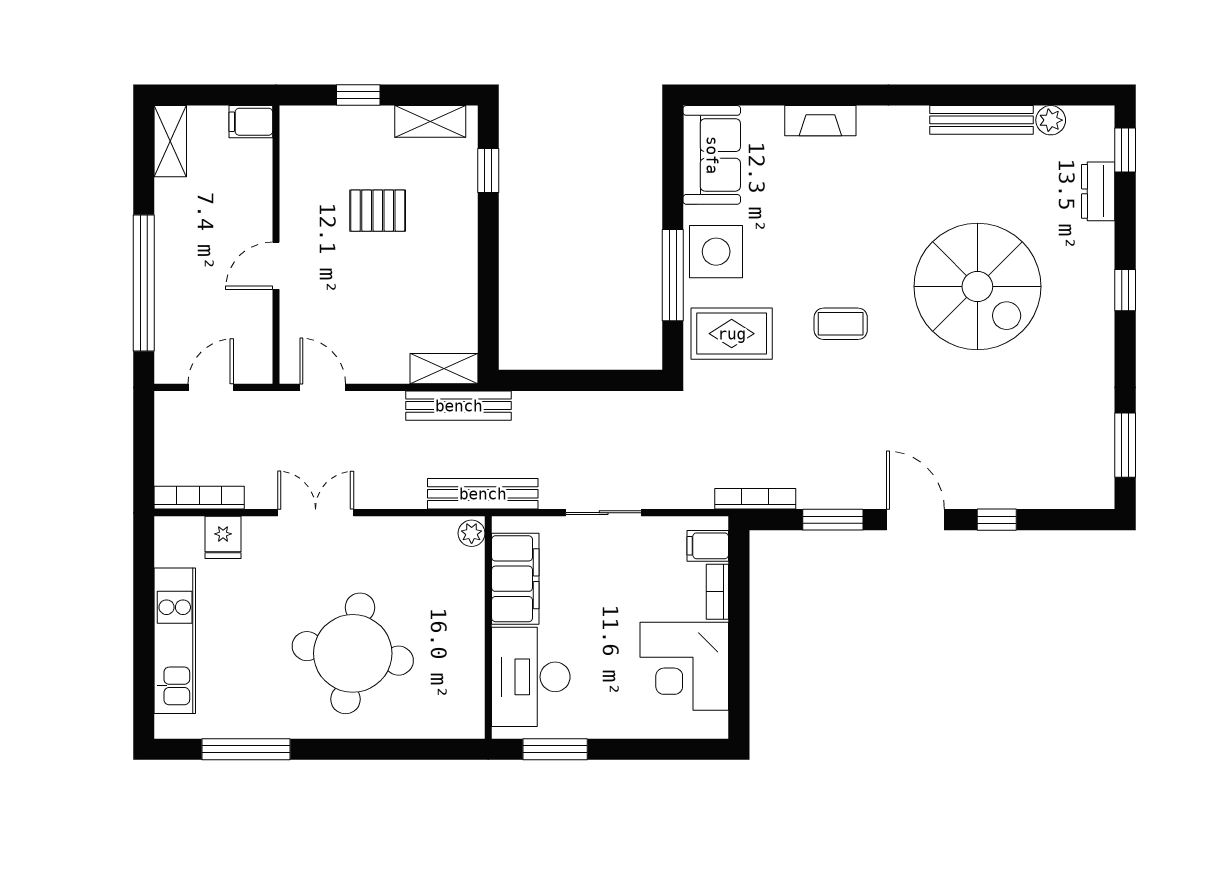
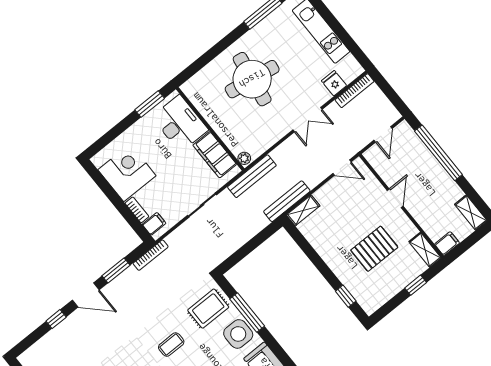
shelving: (430, 121) -> (425, 250), moved, turned 90
pallet: (378, 211) -> (374, 249), width x1.50, depth x1.42

